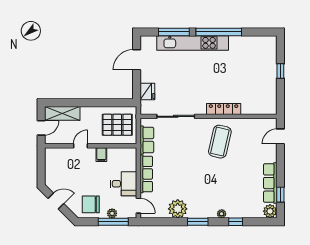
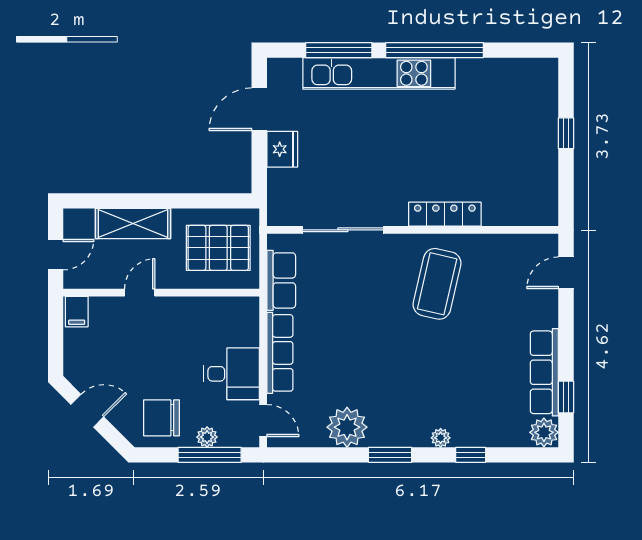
fridge: (147, 92) -> (282, 149), moved
shelving: (62, 113) -> (133, 223), moved
filing cabinet: (101, 155) -> (77, 312), moved

